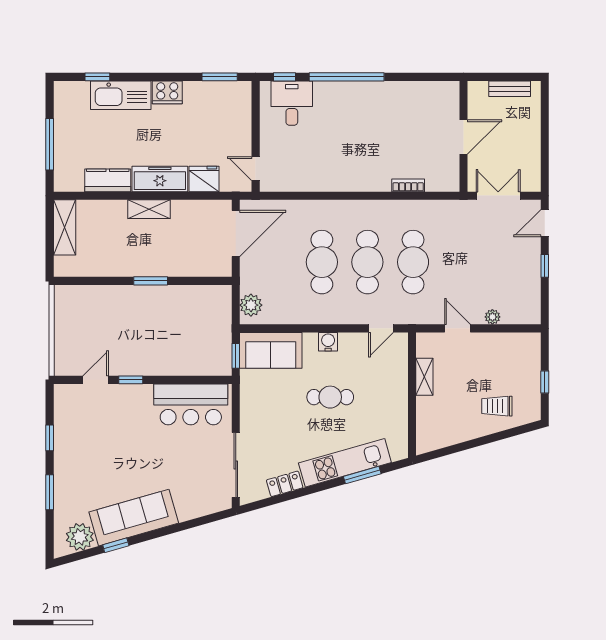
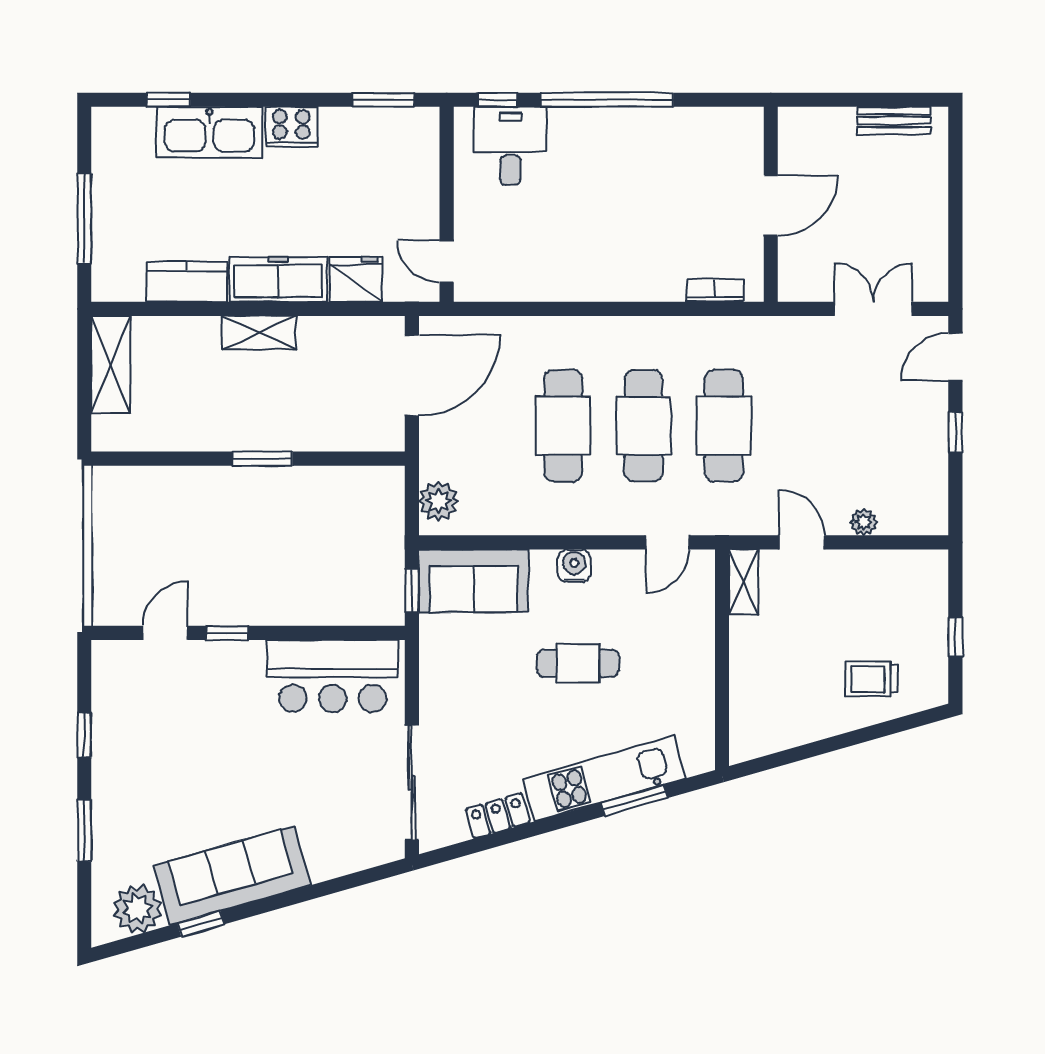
wall: (464, 136) -> (771, 204), moved
door: (464, 137) -> (771, 205), moved
shelving: (424, 377) -> (744, 582), moved

